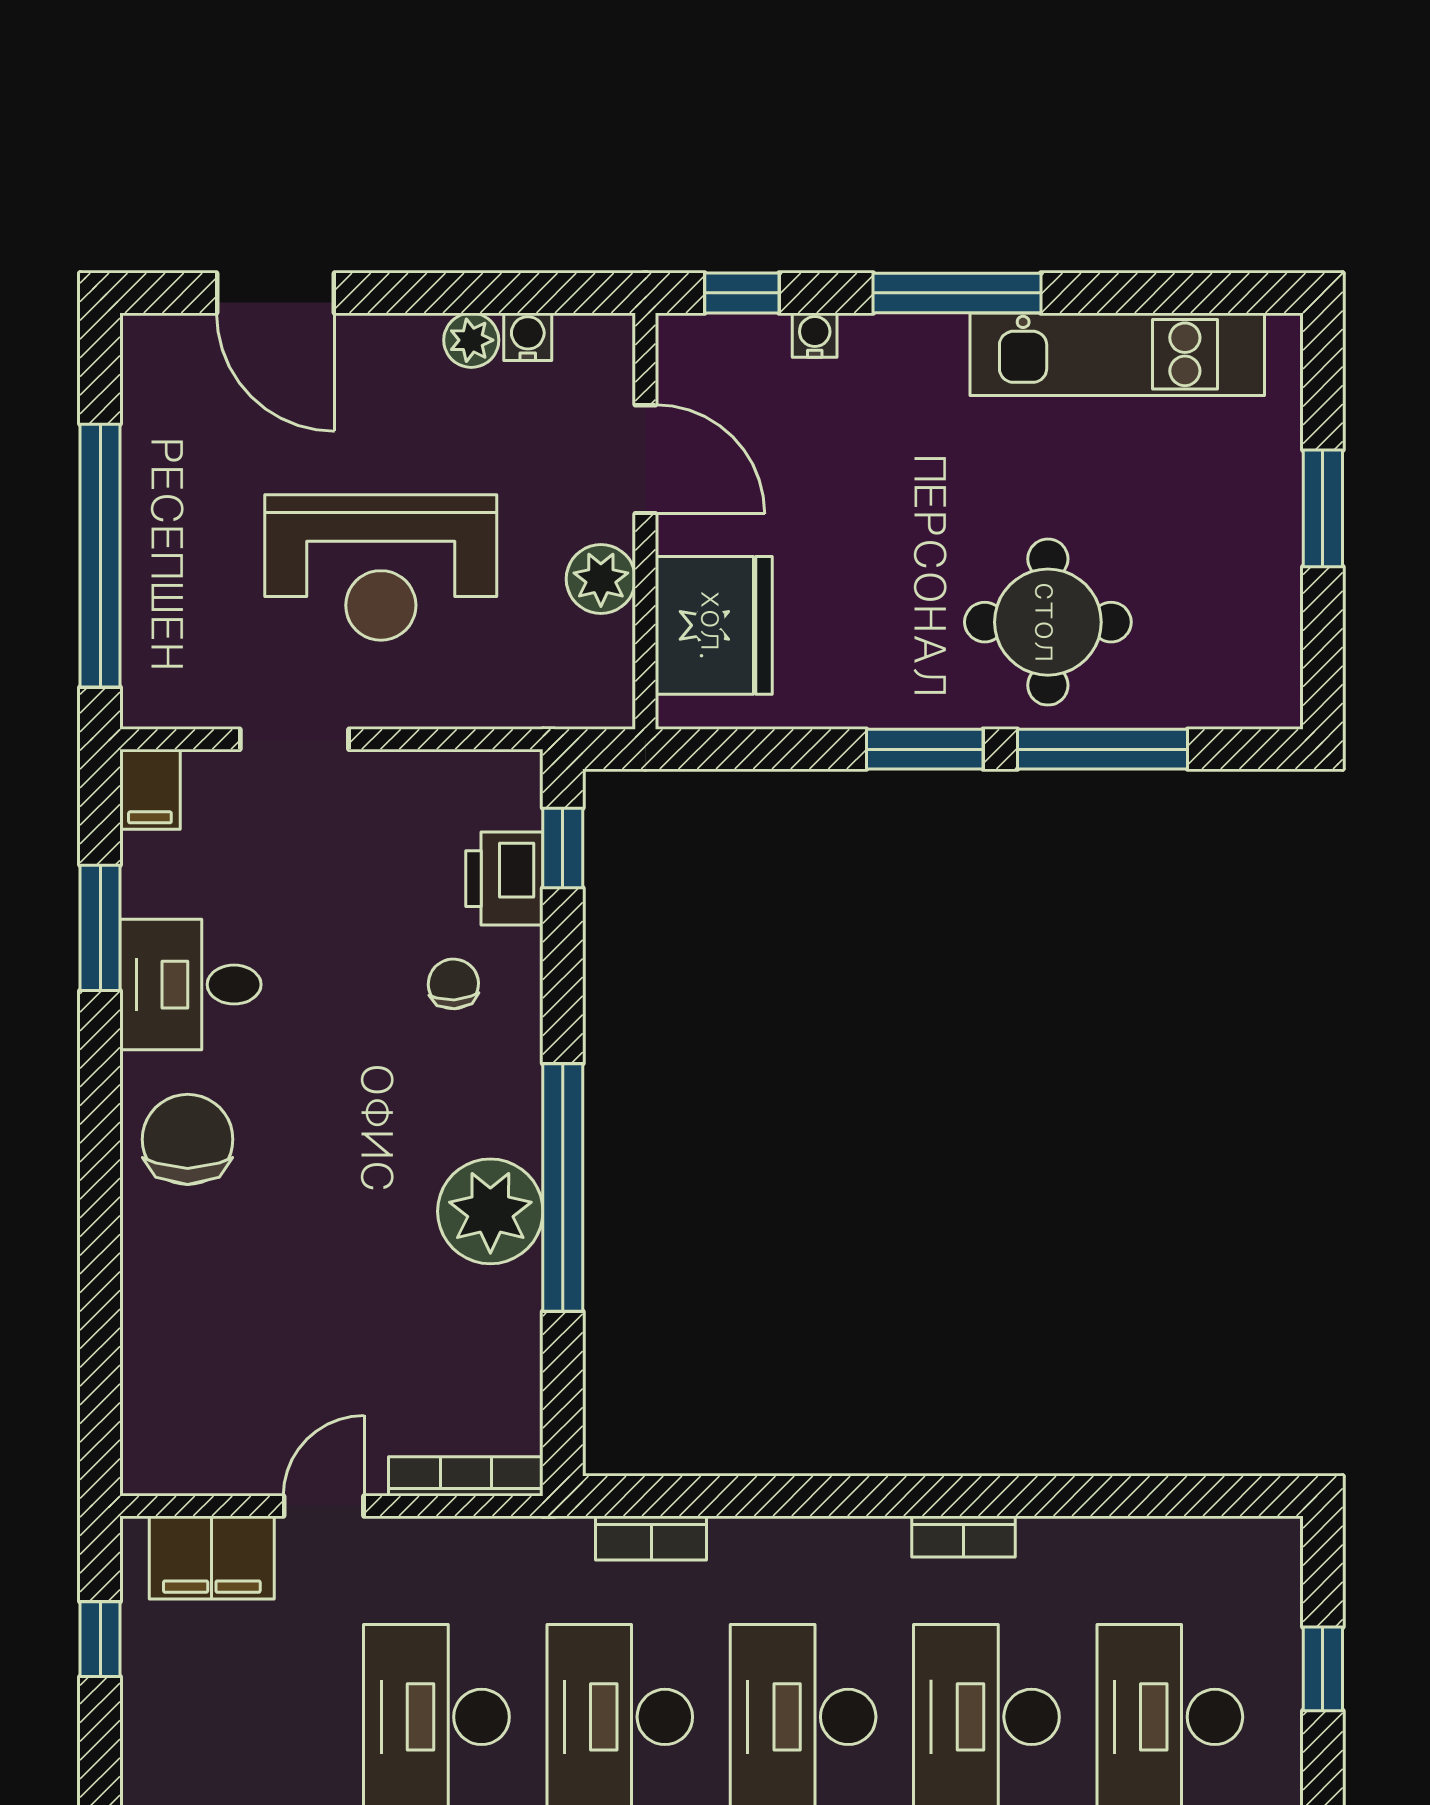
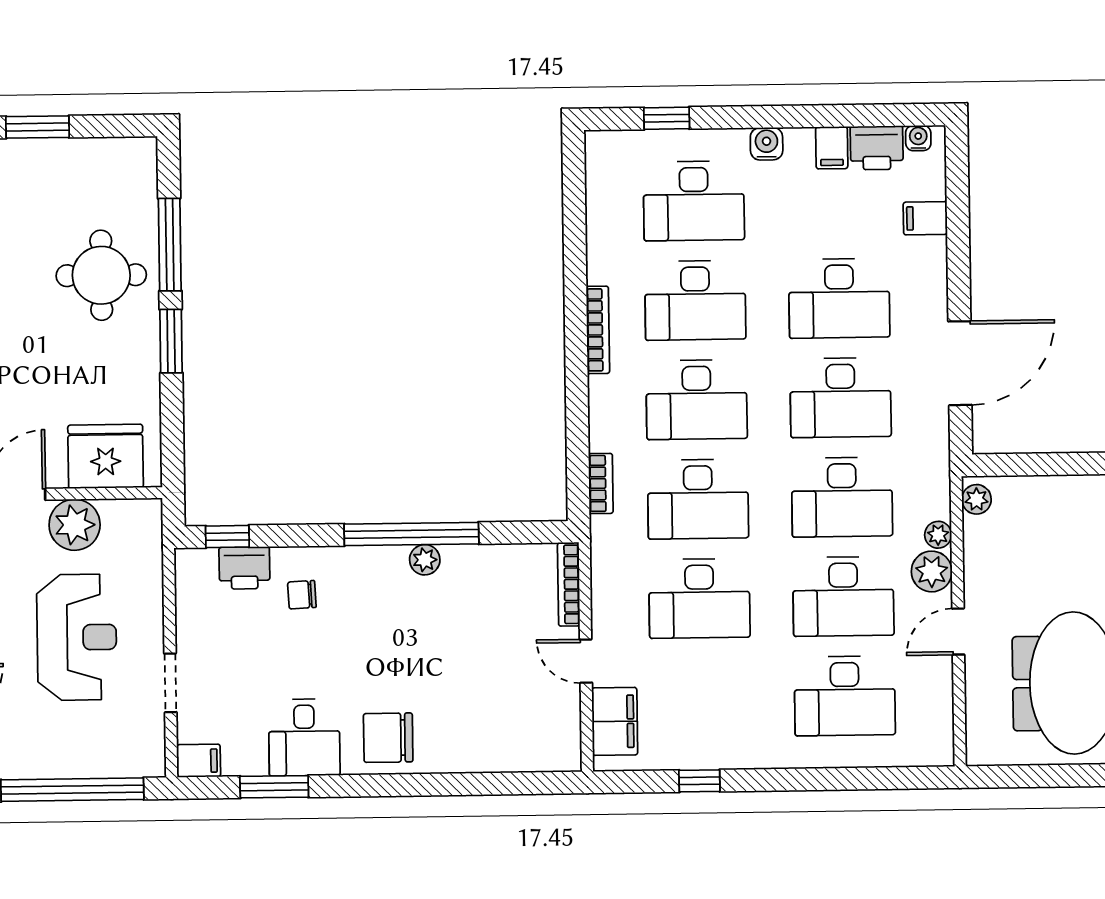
plant: (601, 579) -> (75, 525), width x1.36, depth x1.36
plant: (490, 1211) -> (425, 560), width x0.53, depth x0.53
bookcase: (963, 1537) -> (598, 330), width x1.56
window: (100, 1639) -> (699, 781), moved

